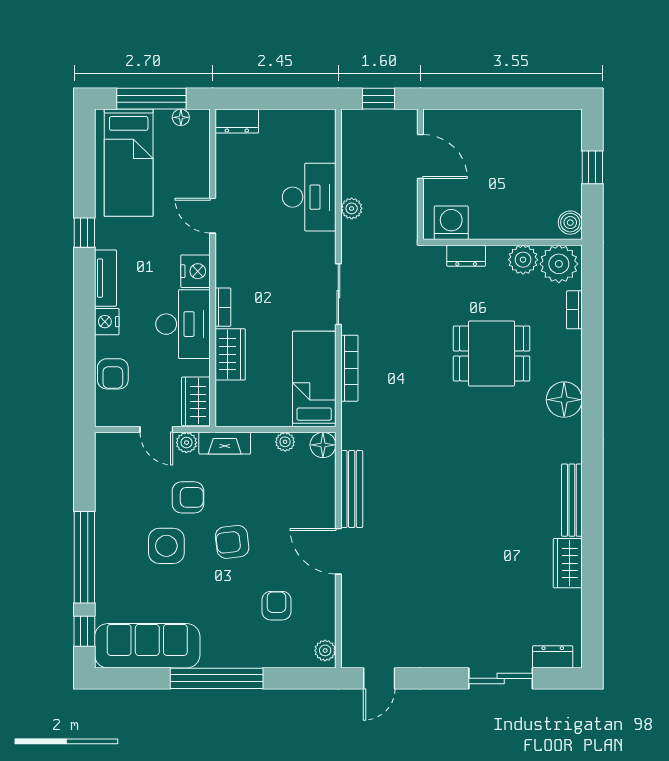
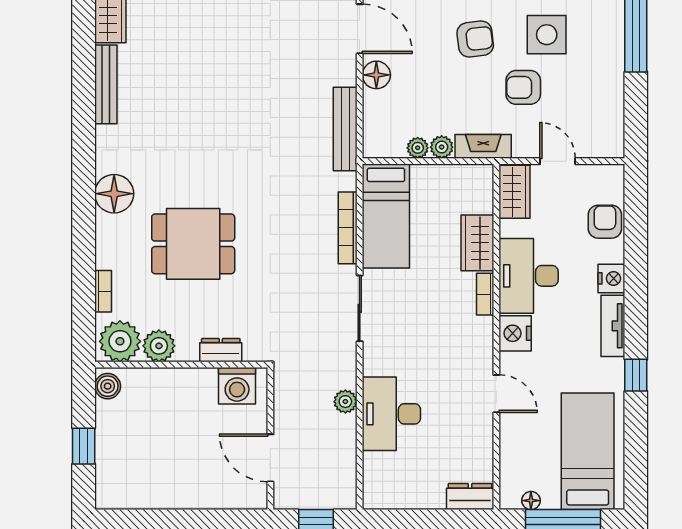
plant: (186, 443) -> (442, 147), moved
floor lamp: (323, 445) -> (376, 75), moved
bench: (352, 489) -> (345, 129), moved

